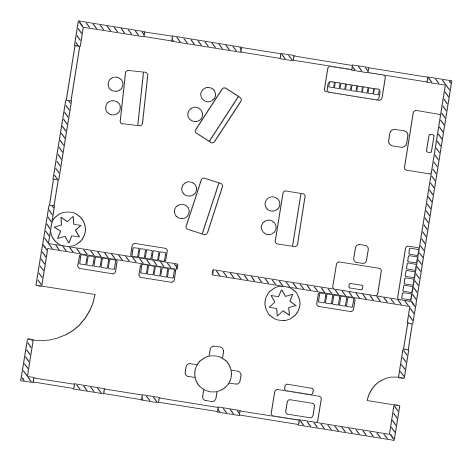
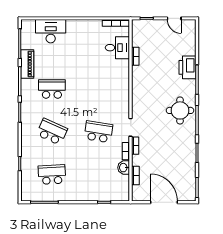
school desk: (282, 218) -> (52, 89), moved
plant: (68, 229) -> (121, 193), removed
washbasin: (117, 243) -> (124, 168), added
plant: (282, 303) -> (140, 82), removed

